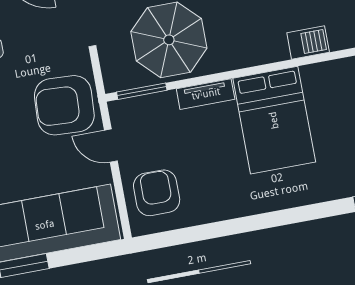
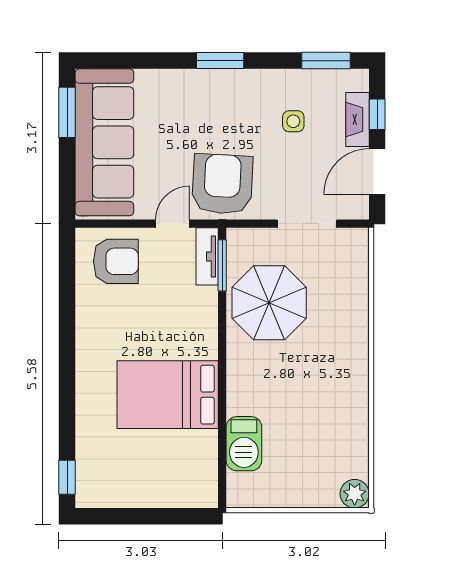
barbecue: (308, 43) -> (244, 444), width x1.38, depth x1.27
tv unit: (206, 94) -> (207, 256), moved

